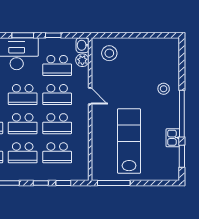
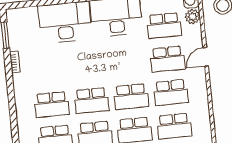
school desk: (23, 95) -> (128, 63), removed
door: (90, 96) -> (206, 57), swing flipped

